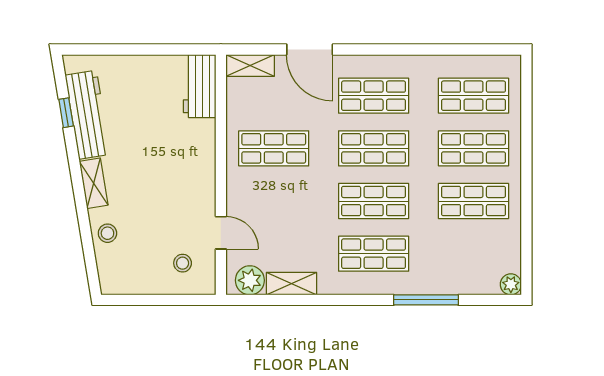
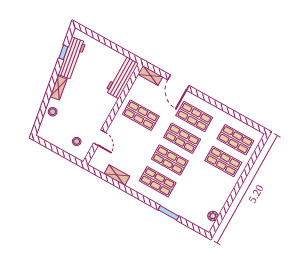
workbench: (200, 86) -> (122, 77), width x1.38
shop shelf: (473, 201) -> (211, 183), removed
plant: (250, 280) -> (100, 164), removed
plant: (511, 284) -> (213, 216), moved
window: (426, 300) -> (169, 213), width x0.69

